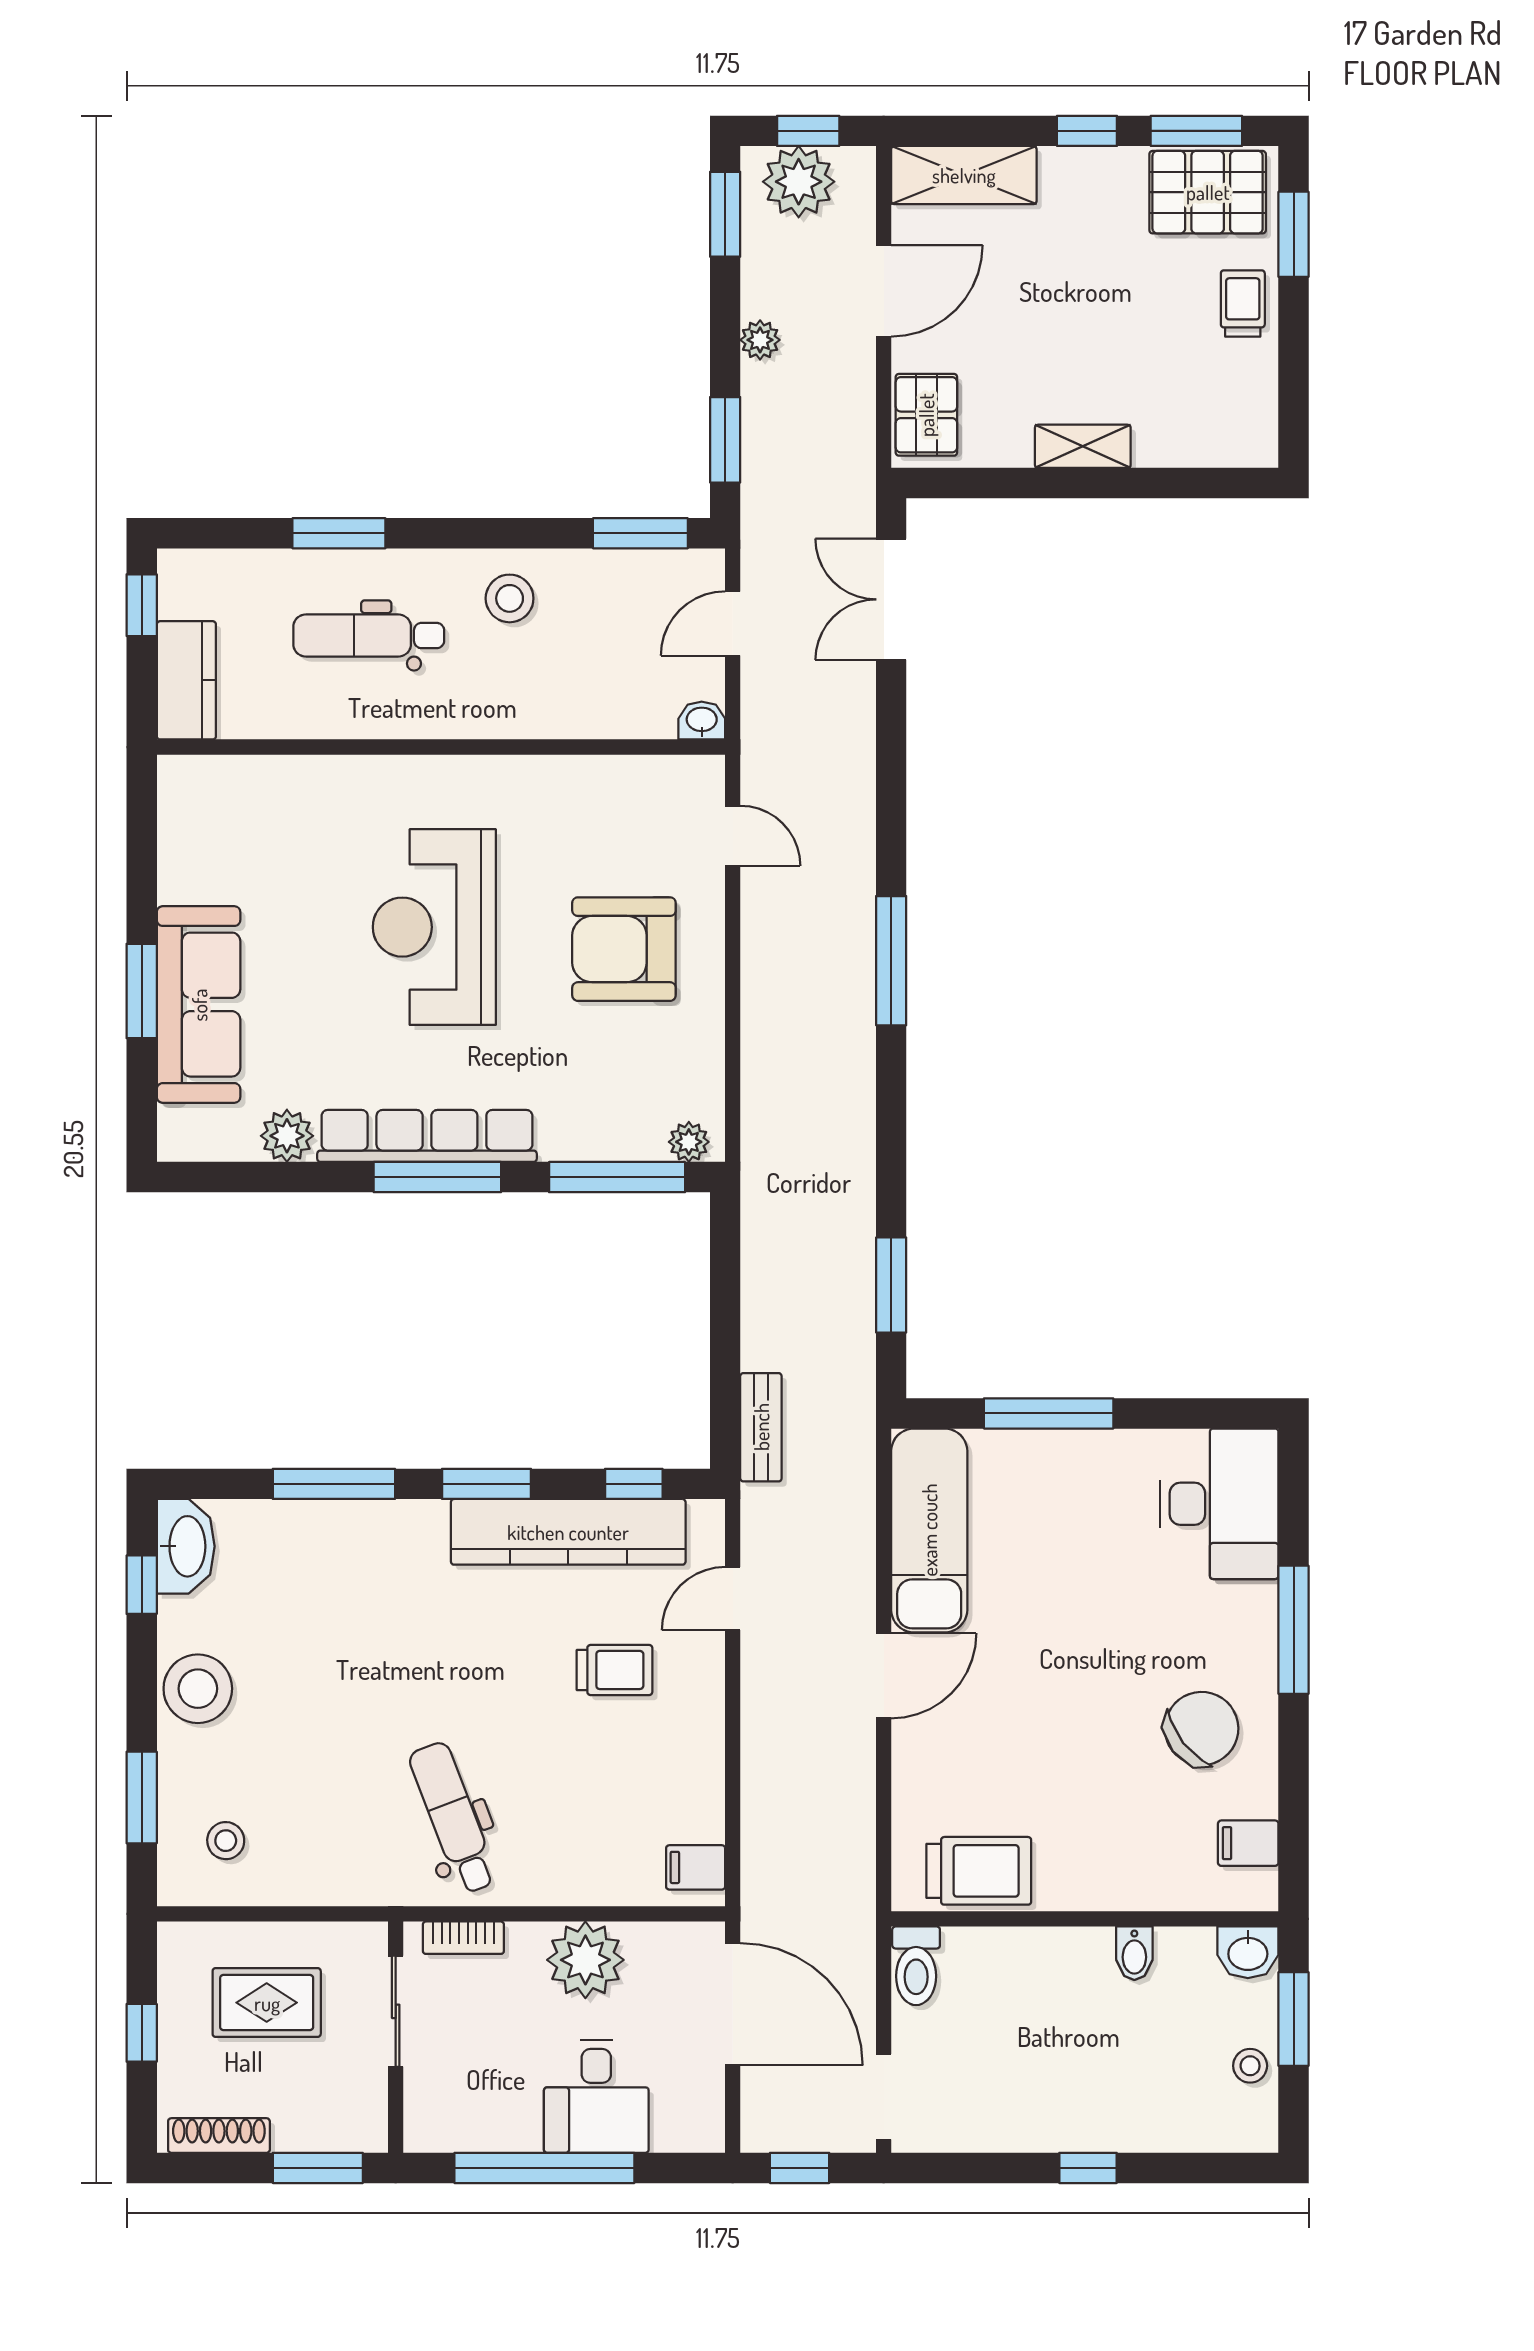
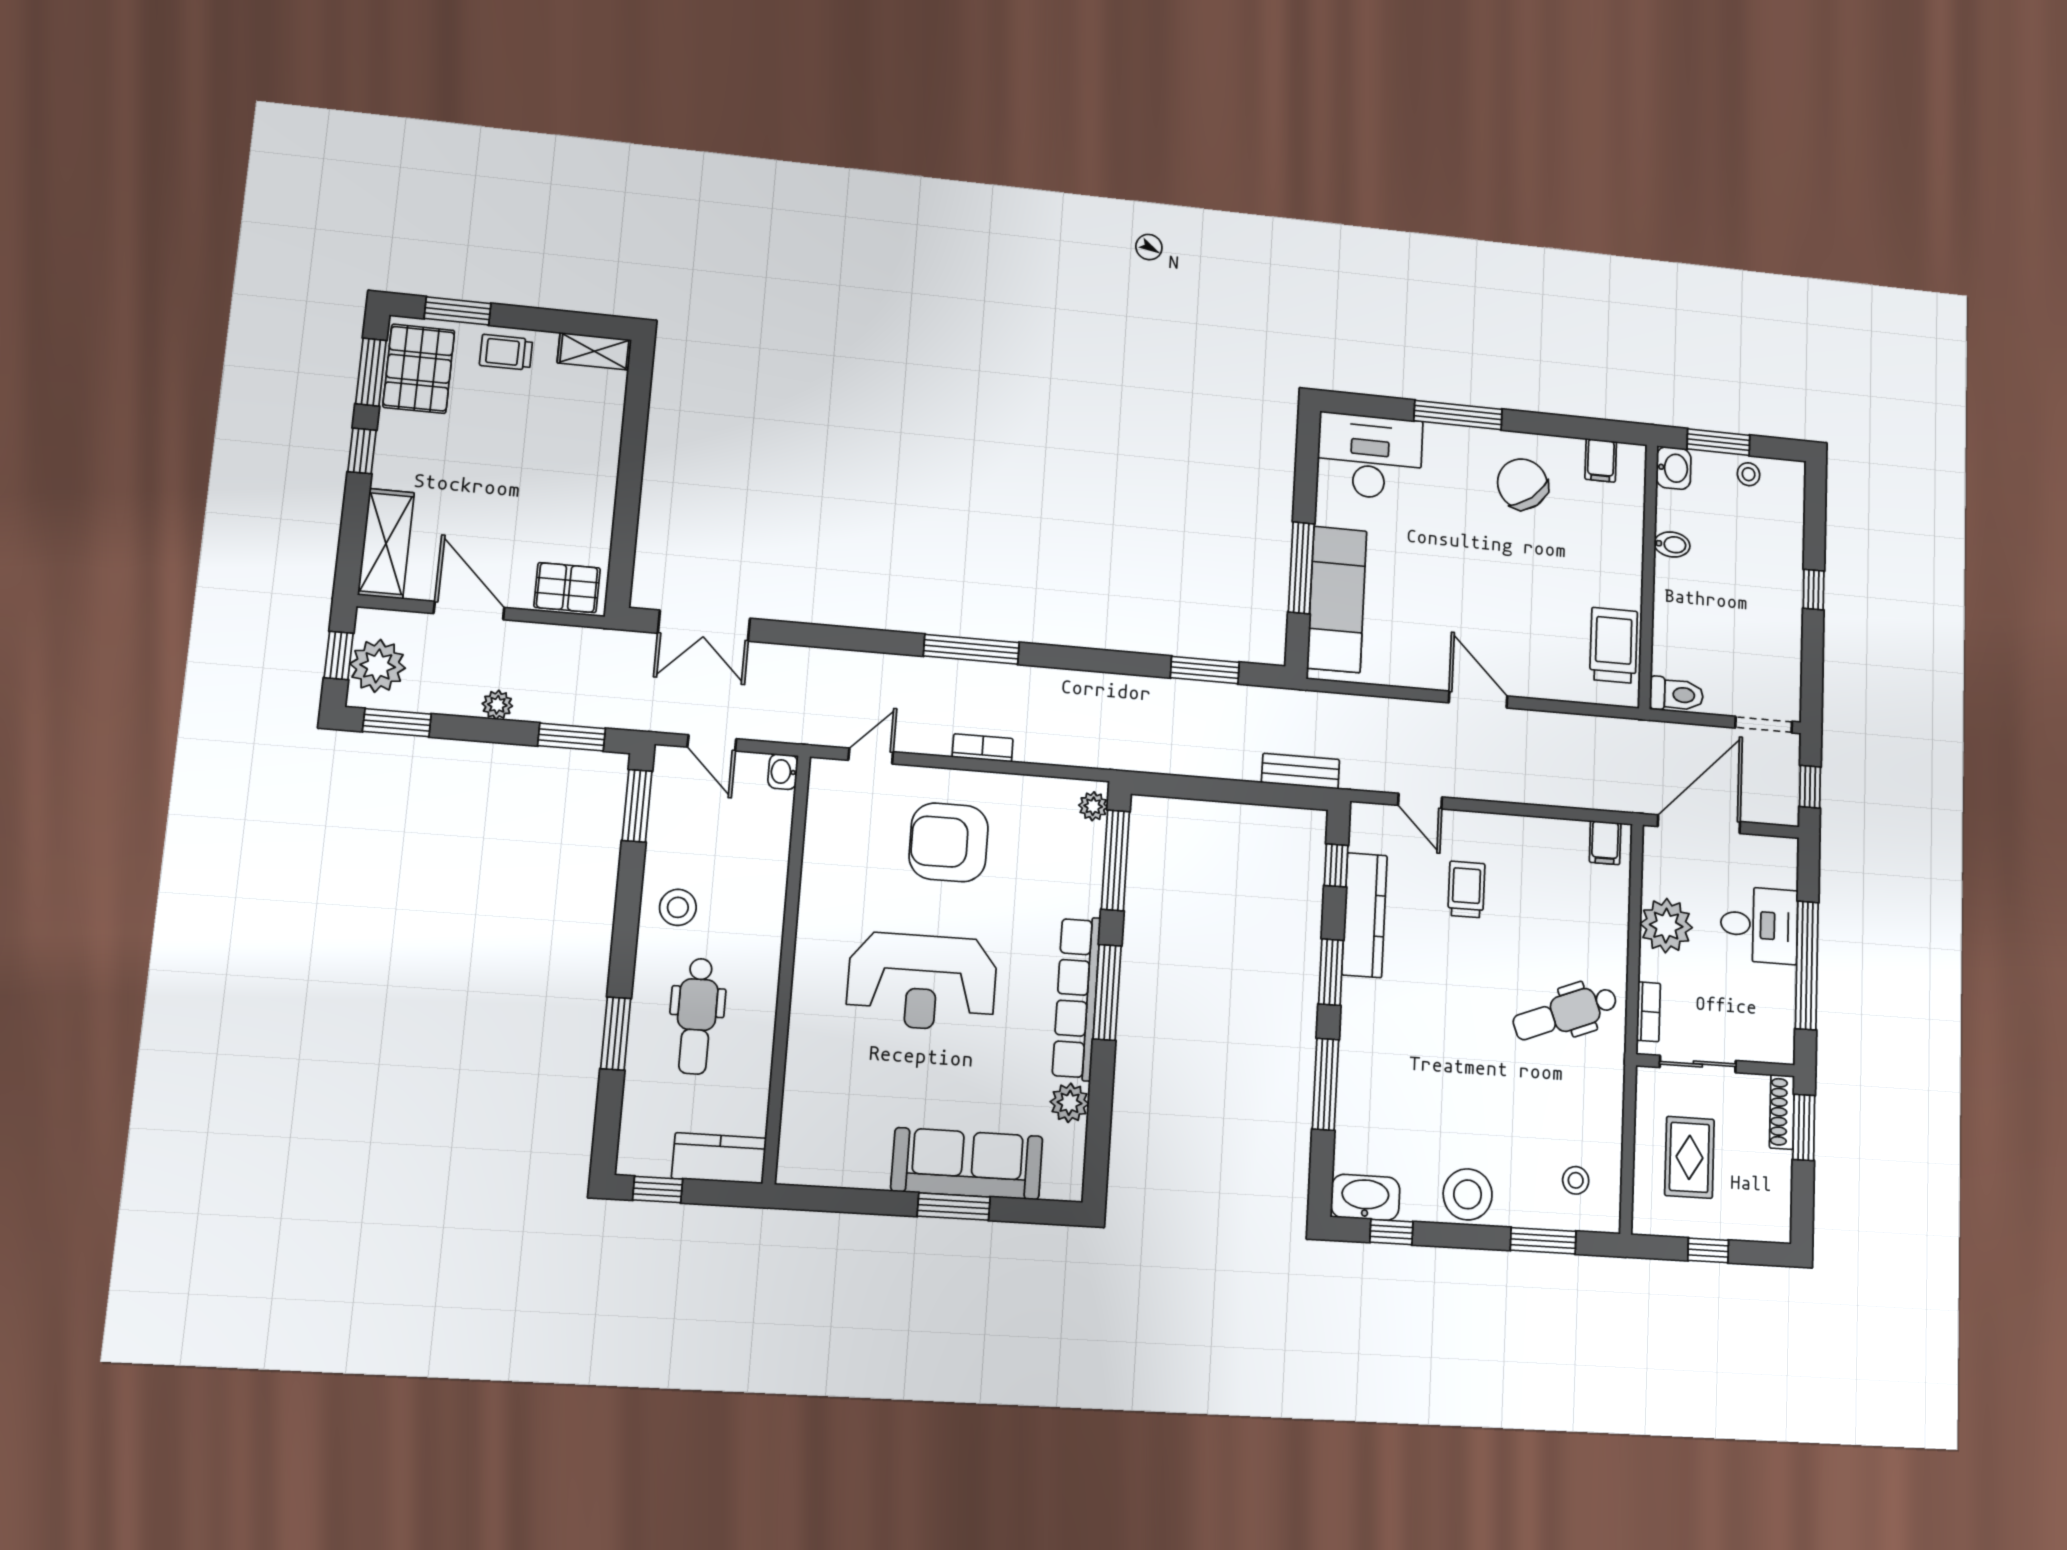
shelving: (1083, 446) -> (594, 351), moved, turned 90
armchair: (624, 949) -> (949, 842), turned 90
bookcase: (756, 986) -> (983, 748), added
exam couch: (929, 1530) -> (1337, 599), moved, turned 90
kitchen counter: (568, 1532) -> (1365, 915), width x0.72, depth x0.86
shoe rack: (219, 2136) -> (1782, 1112), moved

